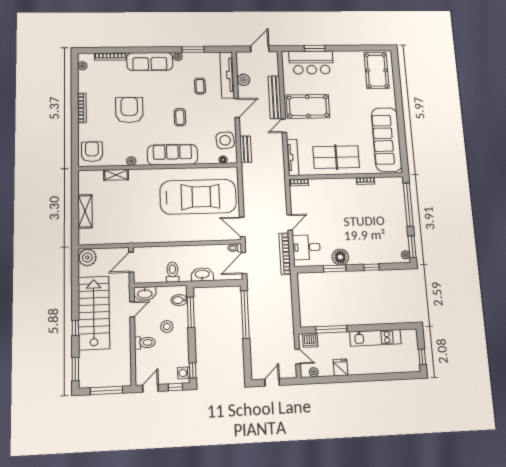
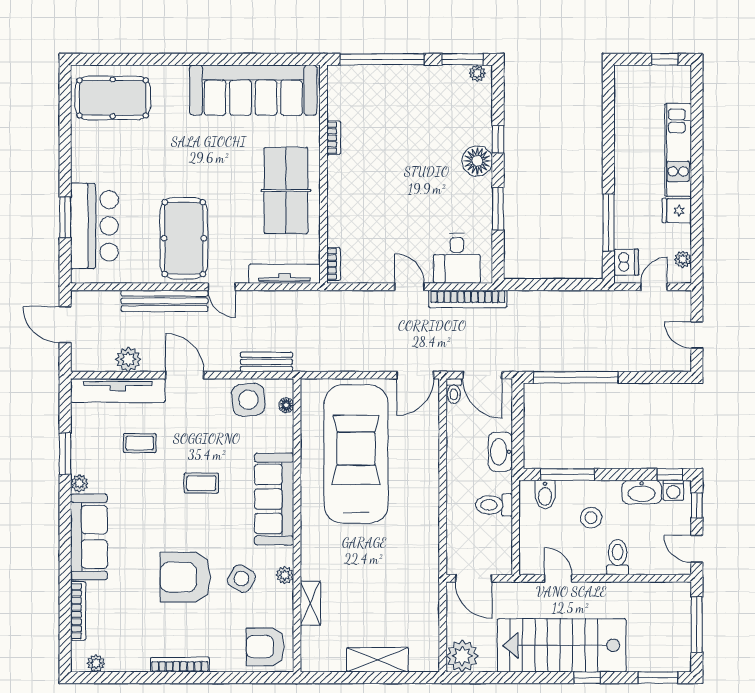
side table: (129, 139) -> (241, 579), added
floor lamp: (340, 257) -> (477, 161), moved
washbasin: (145, 294) -> (642, 492), moved, turned 90
kitchen unit: (375, 338) -> (678, 150), moved, turned 180

